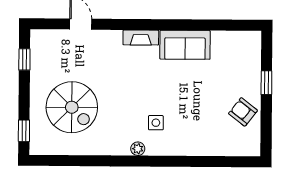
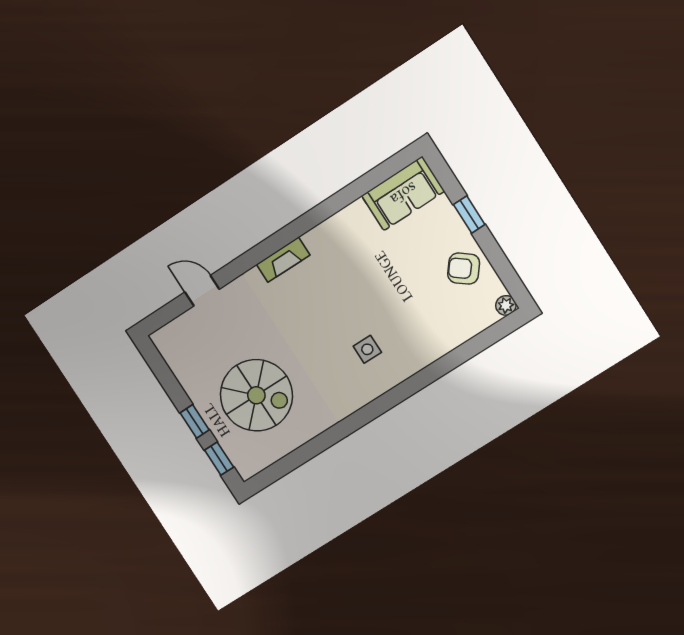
sofa: (185, 45) -> (403, 193), moved
window: (24, 59) -> (195, 421), moved
plant: (138, 149) -> (506, 305), moved

